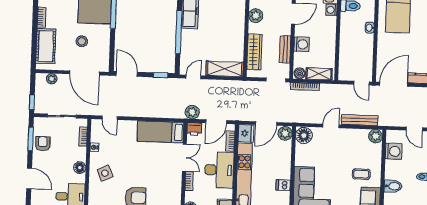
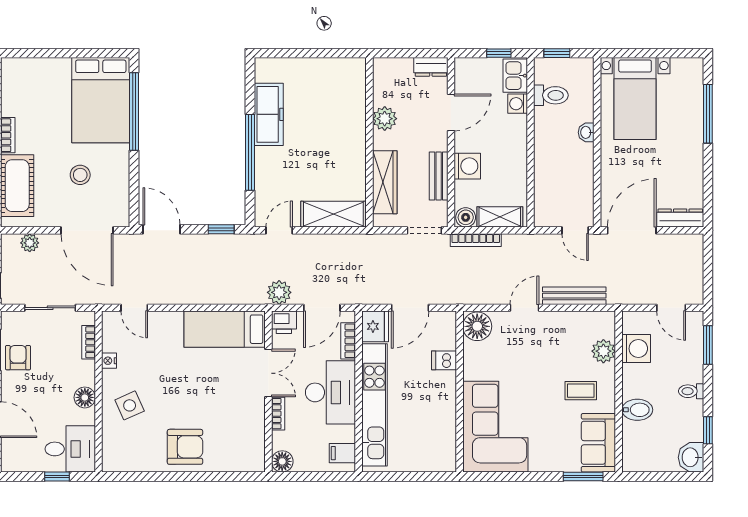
plant: (285, 133) -> (444, 324), removed
plant: (376, 136) -> (603, 351), moved
dishwasher: (283, 185) -> (444, 360), moved

